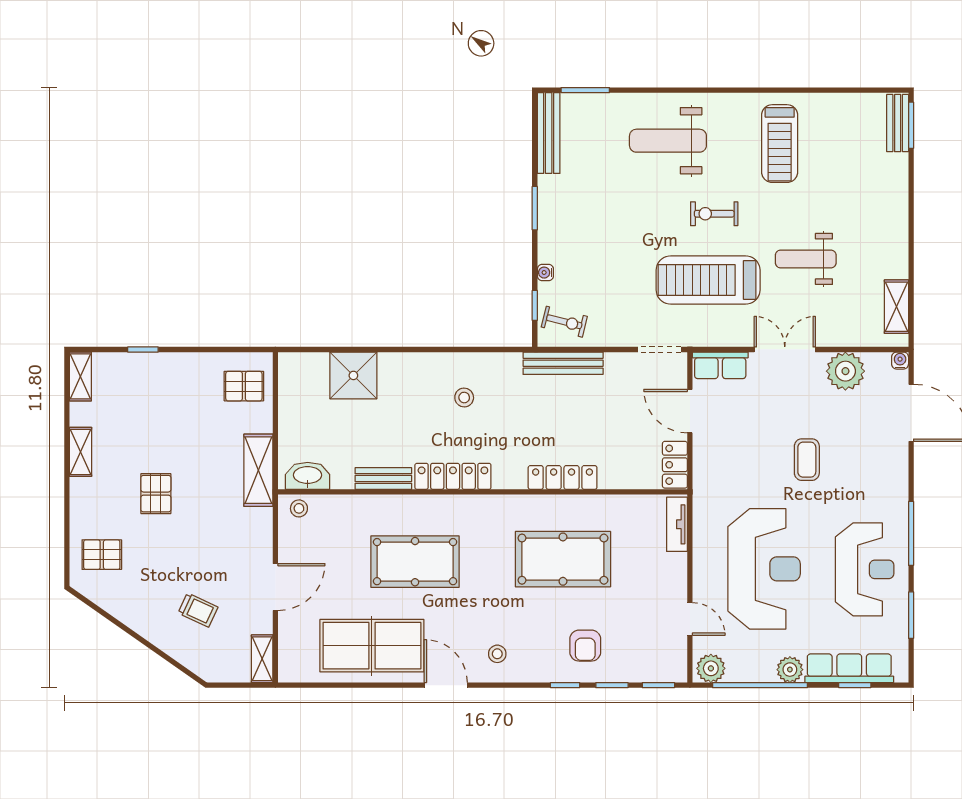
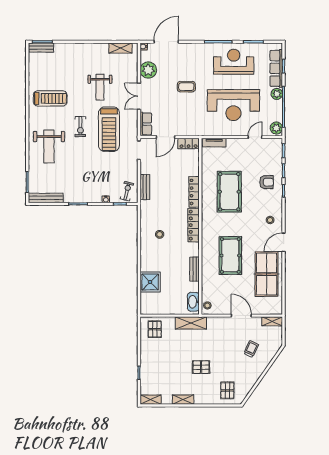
bench: (563, 363) -> (145, 187), width x0.73
locker: (453, 476) -> (194, 225), moved
reception desk: (764, 569) -> (233, 105), turned 180

